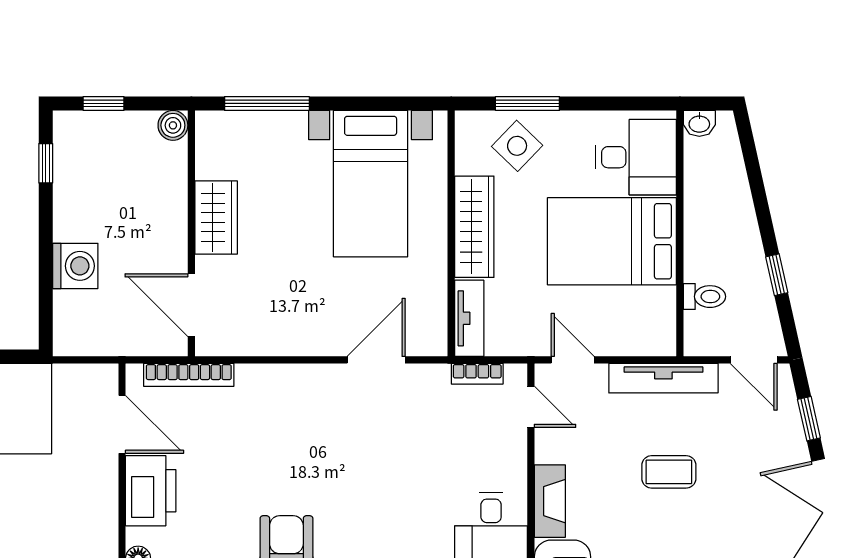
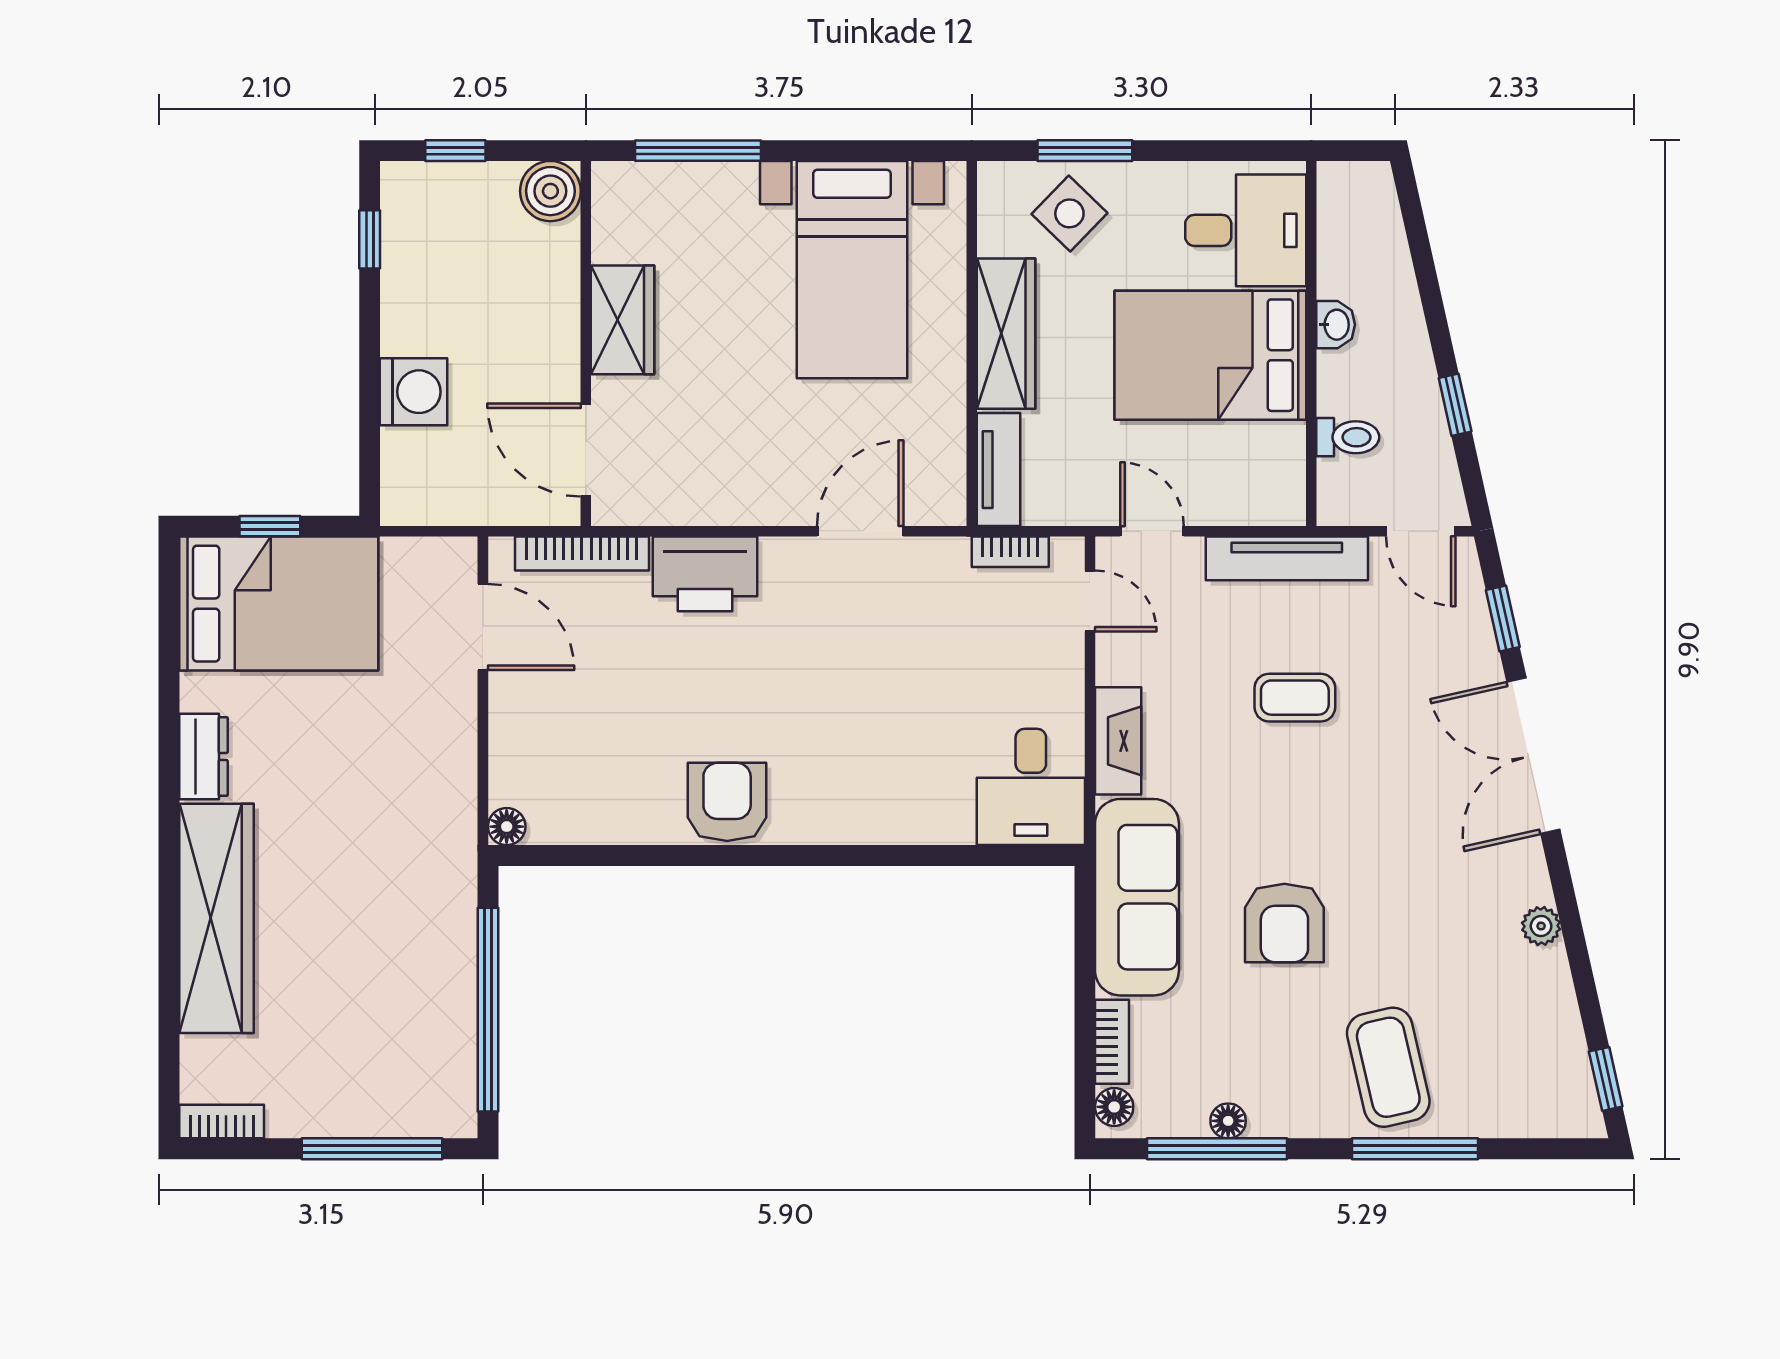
washbasin: (699, 123) -> (1336, 325), moved, turned -90
boiler: (173, 125) -> (550, 191), width x1.36, depth x1.36
printer: (151, 491) -> (705, 574), moved, turned 90

